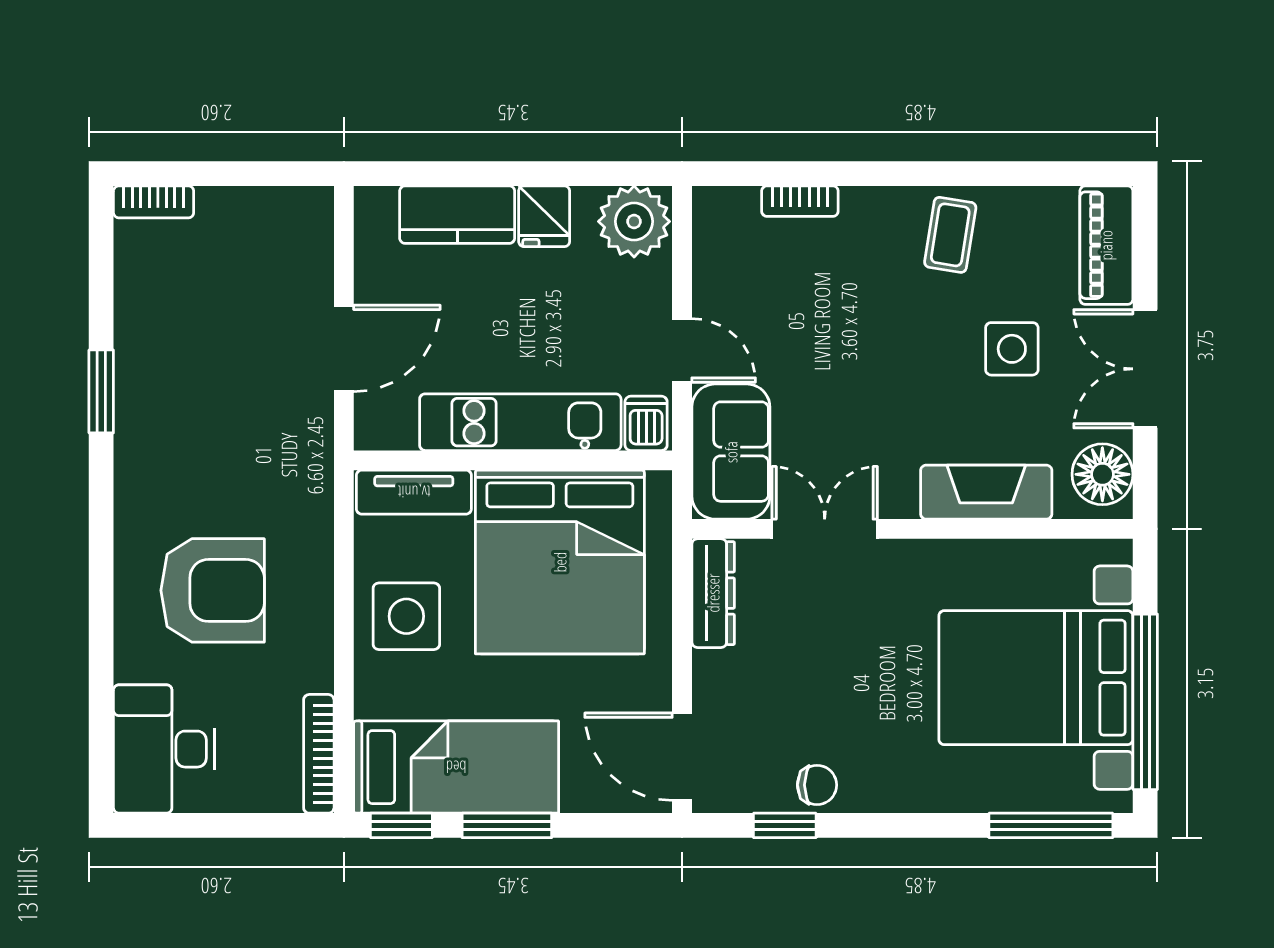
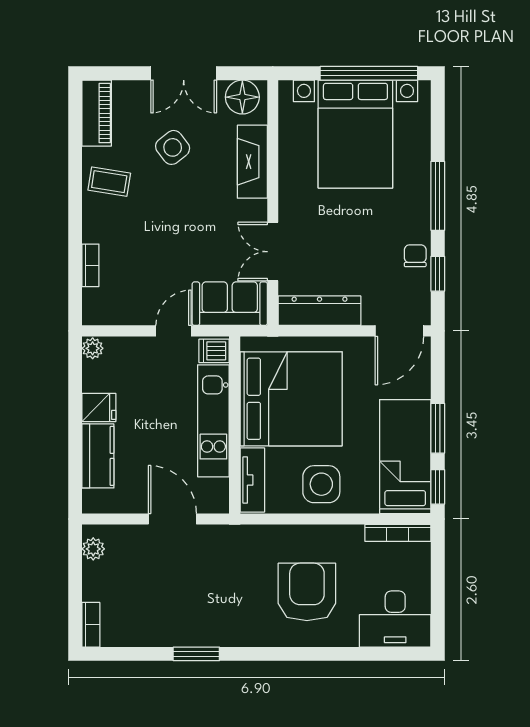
plant: (290, 206) -> (93, 549), added
plant: (634, 221) -> (93, 348), width x0.53, depth x0.53
piano: (1106, 245) -> (97, 113), moved, turned -90
side table: (1012, 349) -> (173, 147), turned -38
dresser: (713, 593) -> (320, 311), width x1.37, depth x1.24
window: (1051, 825) -> (438, 196), moved

